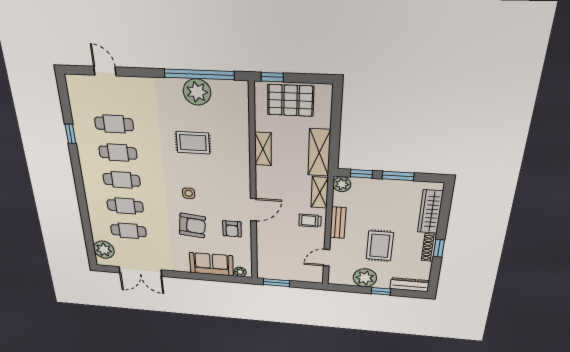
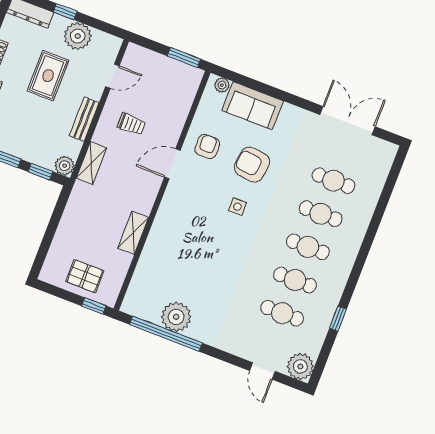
pallet: (290, 100) -> (85, 276), width x0.67, depth x0.71
rug: (193, 143) -> (205, 264), removed
shelving: (319, 153) -> (76, 210), removed
trolley: (310, 221) -> (131, 124), moved
plant: (104, 250) -> (300, 366), moved

